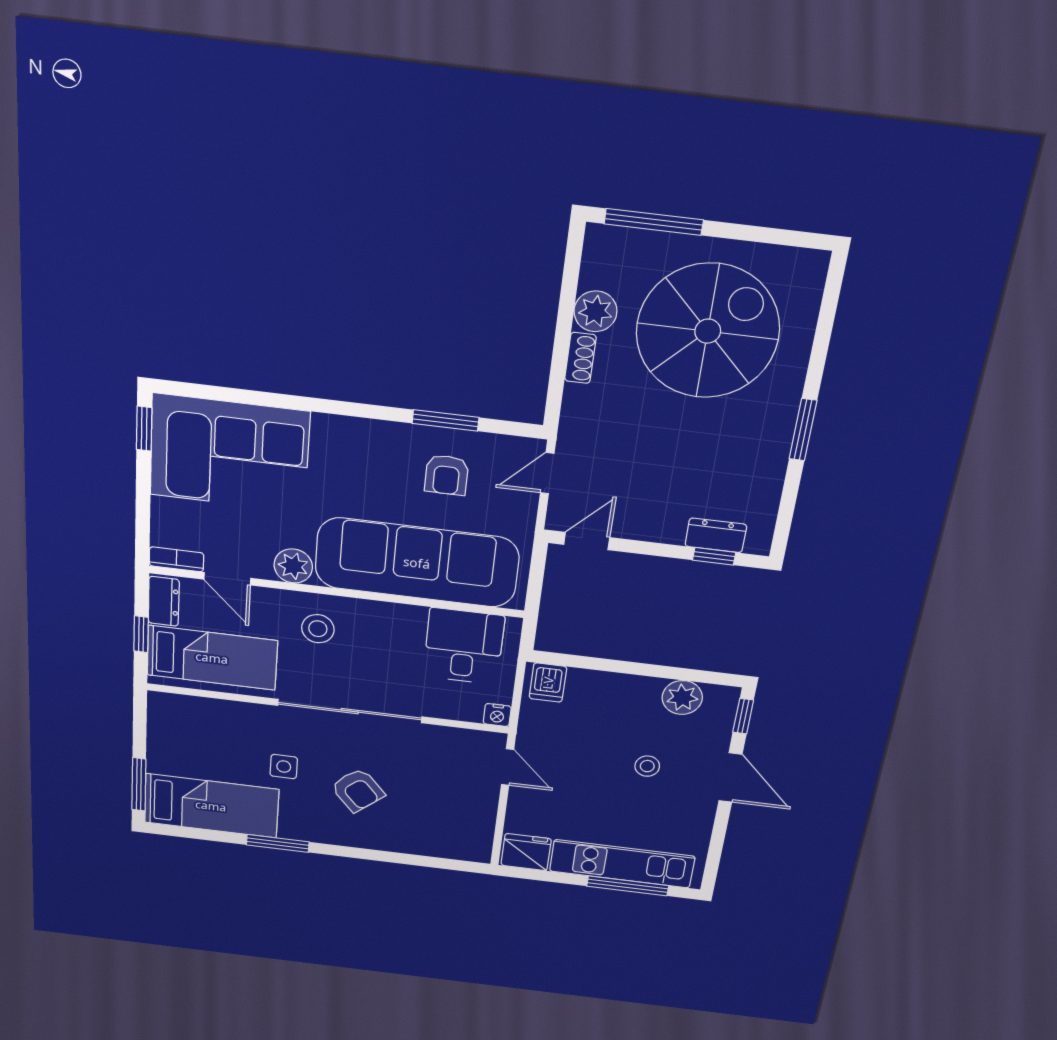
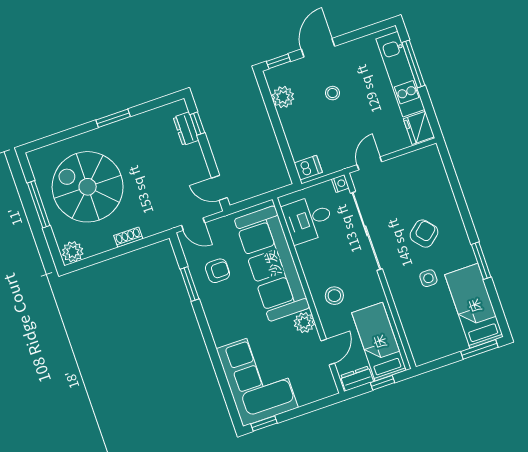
window: (654, 222) -> (39, 204), moved
plant: (595, 311) -> (73, 252), moved
bookcase: (176, 559) -> (329, 381), removed
sliding door: (350, 711) -> (366, 231), moved

